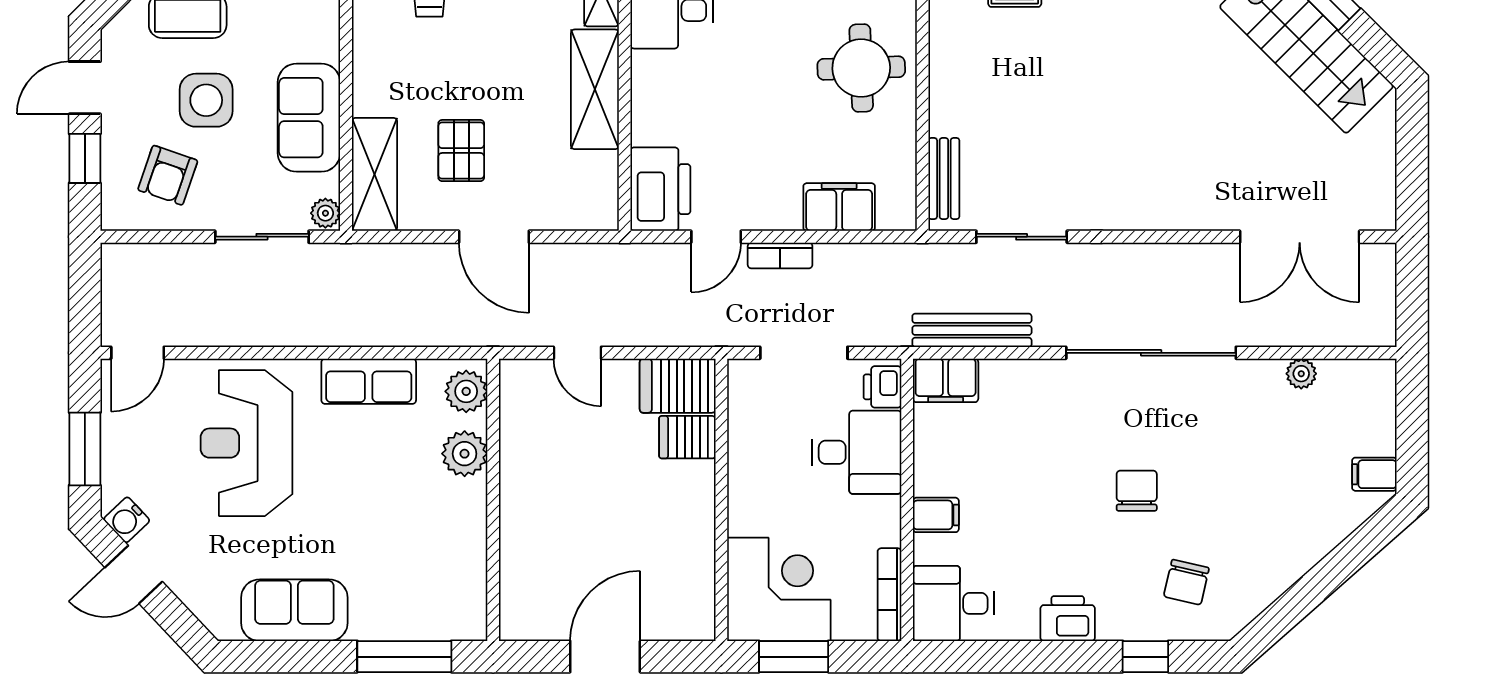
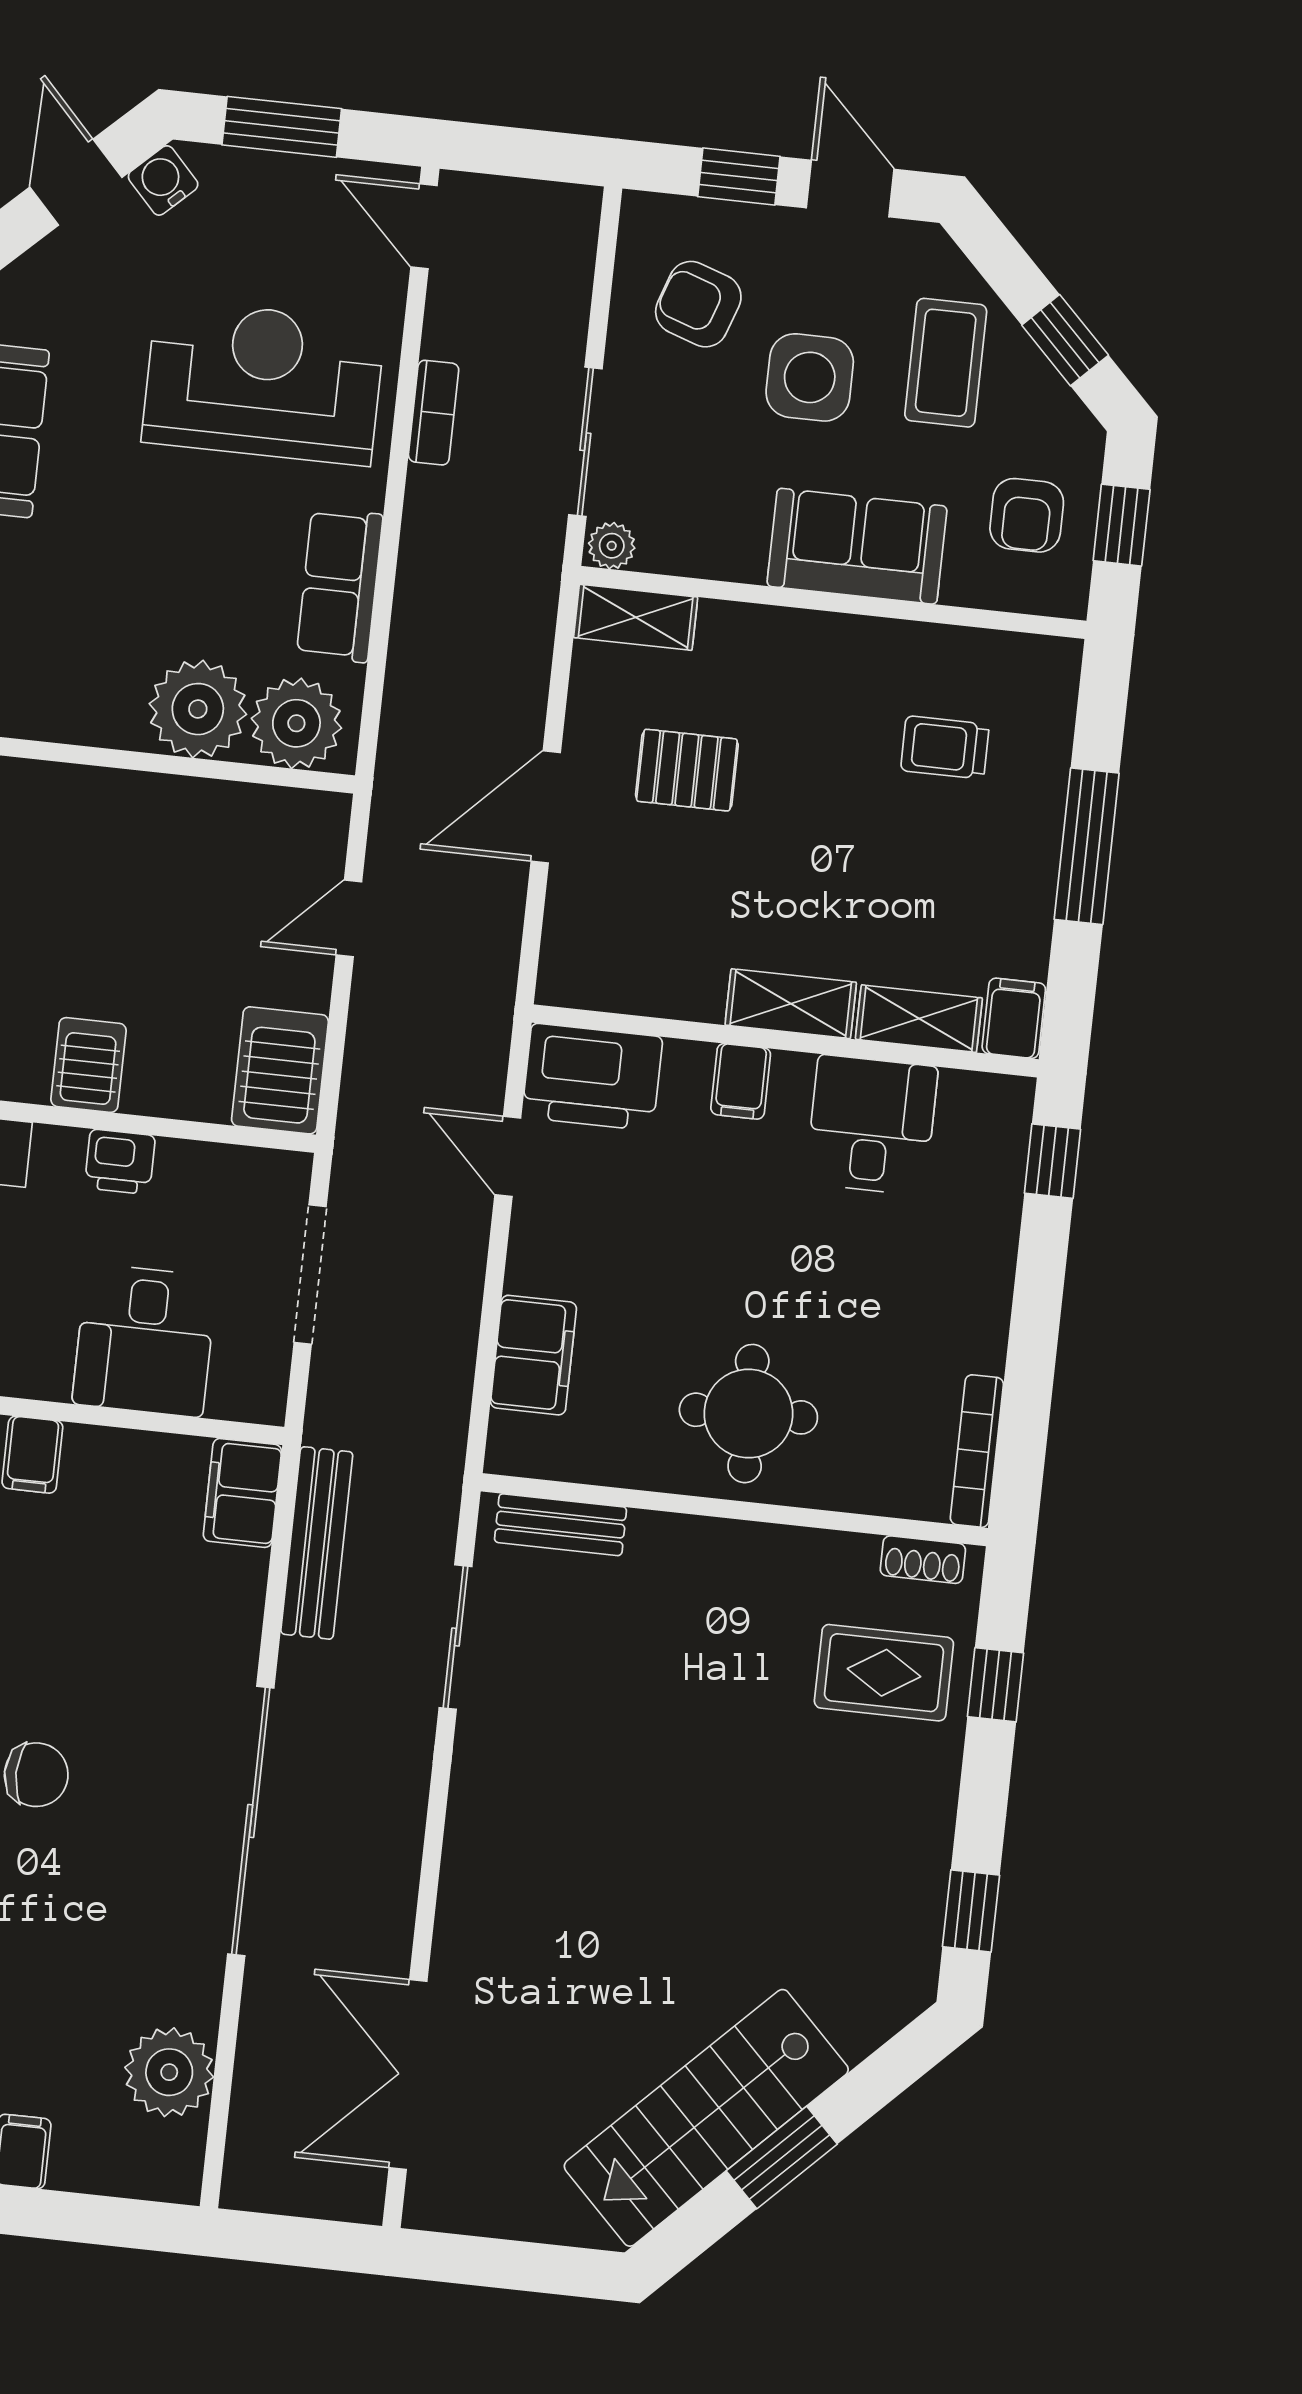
shelving: (595, 89) -> (791, 1004), width x0.67, depth x0.75
filing cabinet: (653, 96) -> (741, 1081), added
sofa: (309, 118) -> (857, 546), moved
shelving: (374, 174) -> (636, 617), width x0.67, depth x0.75
bookcase: (780, 255) -> (434, 413), moved, turned 180
plant: (1301, 374) -> (169, 2072), width x1.88, depth x1.88
printer: (882, 387) -> (120, 1162), moved, turned 180
plant: (466, 391) -> (296, 723), width x1.36, depth x1.36
server rack: (687, 437) -> (88, 1065), moved
plant: (465, 454) -> (198, 709), width x1.36, depth x1.36

